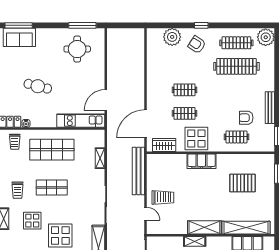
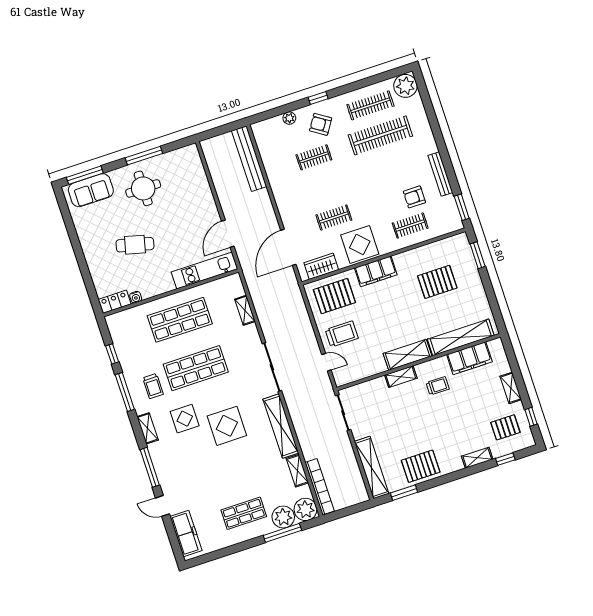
window: (82, 25) -> (144, 156), moved
plant: (172, 37) -> (289, 118), width x0.53, depth x0.53
round table: (77, 49) -> (143, 188), moved
clothes rail: (184, 90) -> (314, 157), moved
trolley: (15, 142) -> (129, 325), removed
pallet: (167, 169) -> (334, 296), added
bench: (138, 171) -> (249, 159), moved
shop shelf: (52, 187) -> (196, 368), width x1.43, depth x1.36

